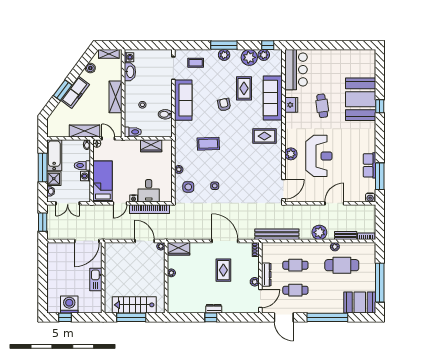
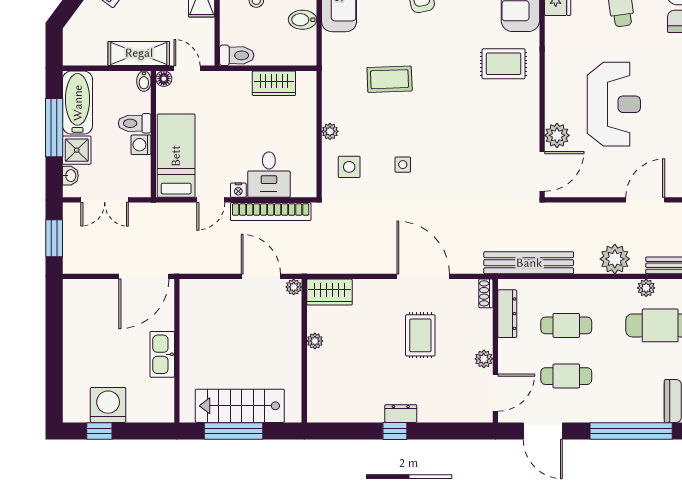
plant: (291, 154) -> (557, 135), moved
dresser: (266, 275) -> (507, 314), moved

